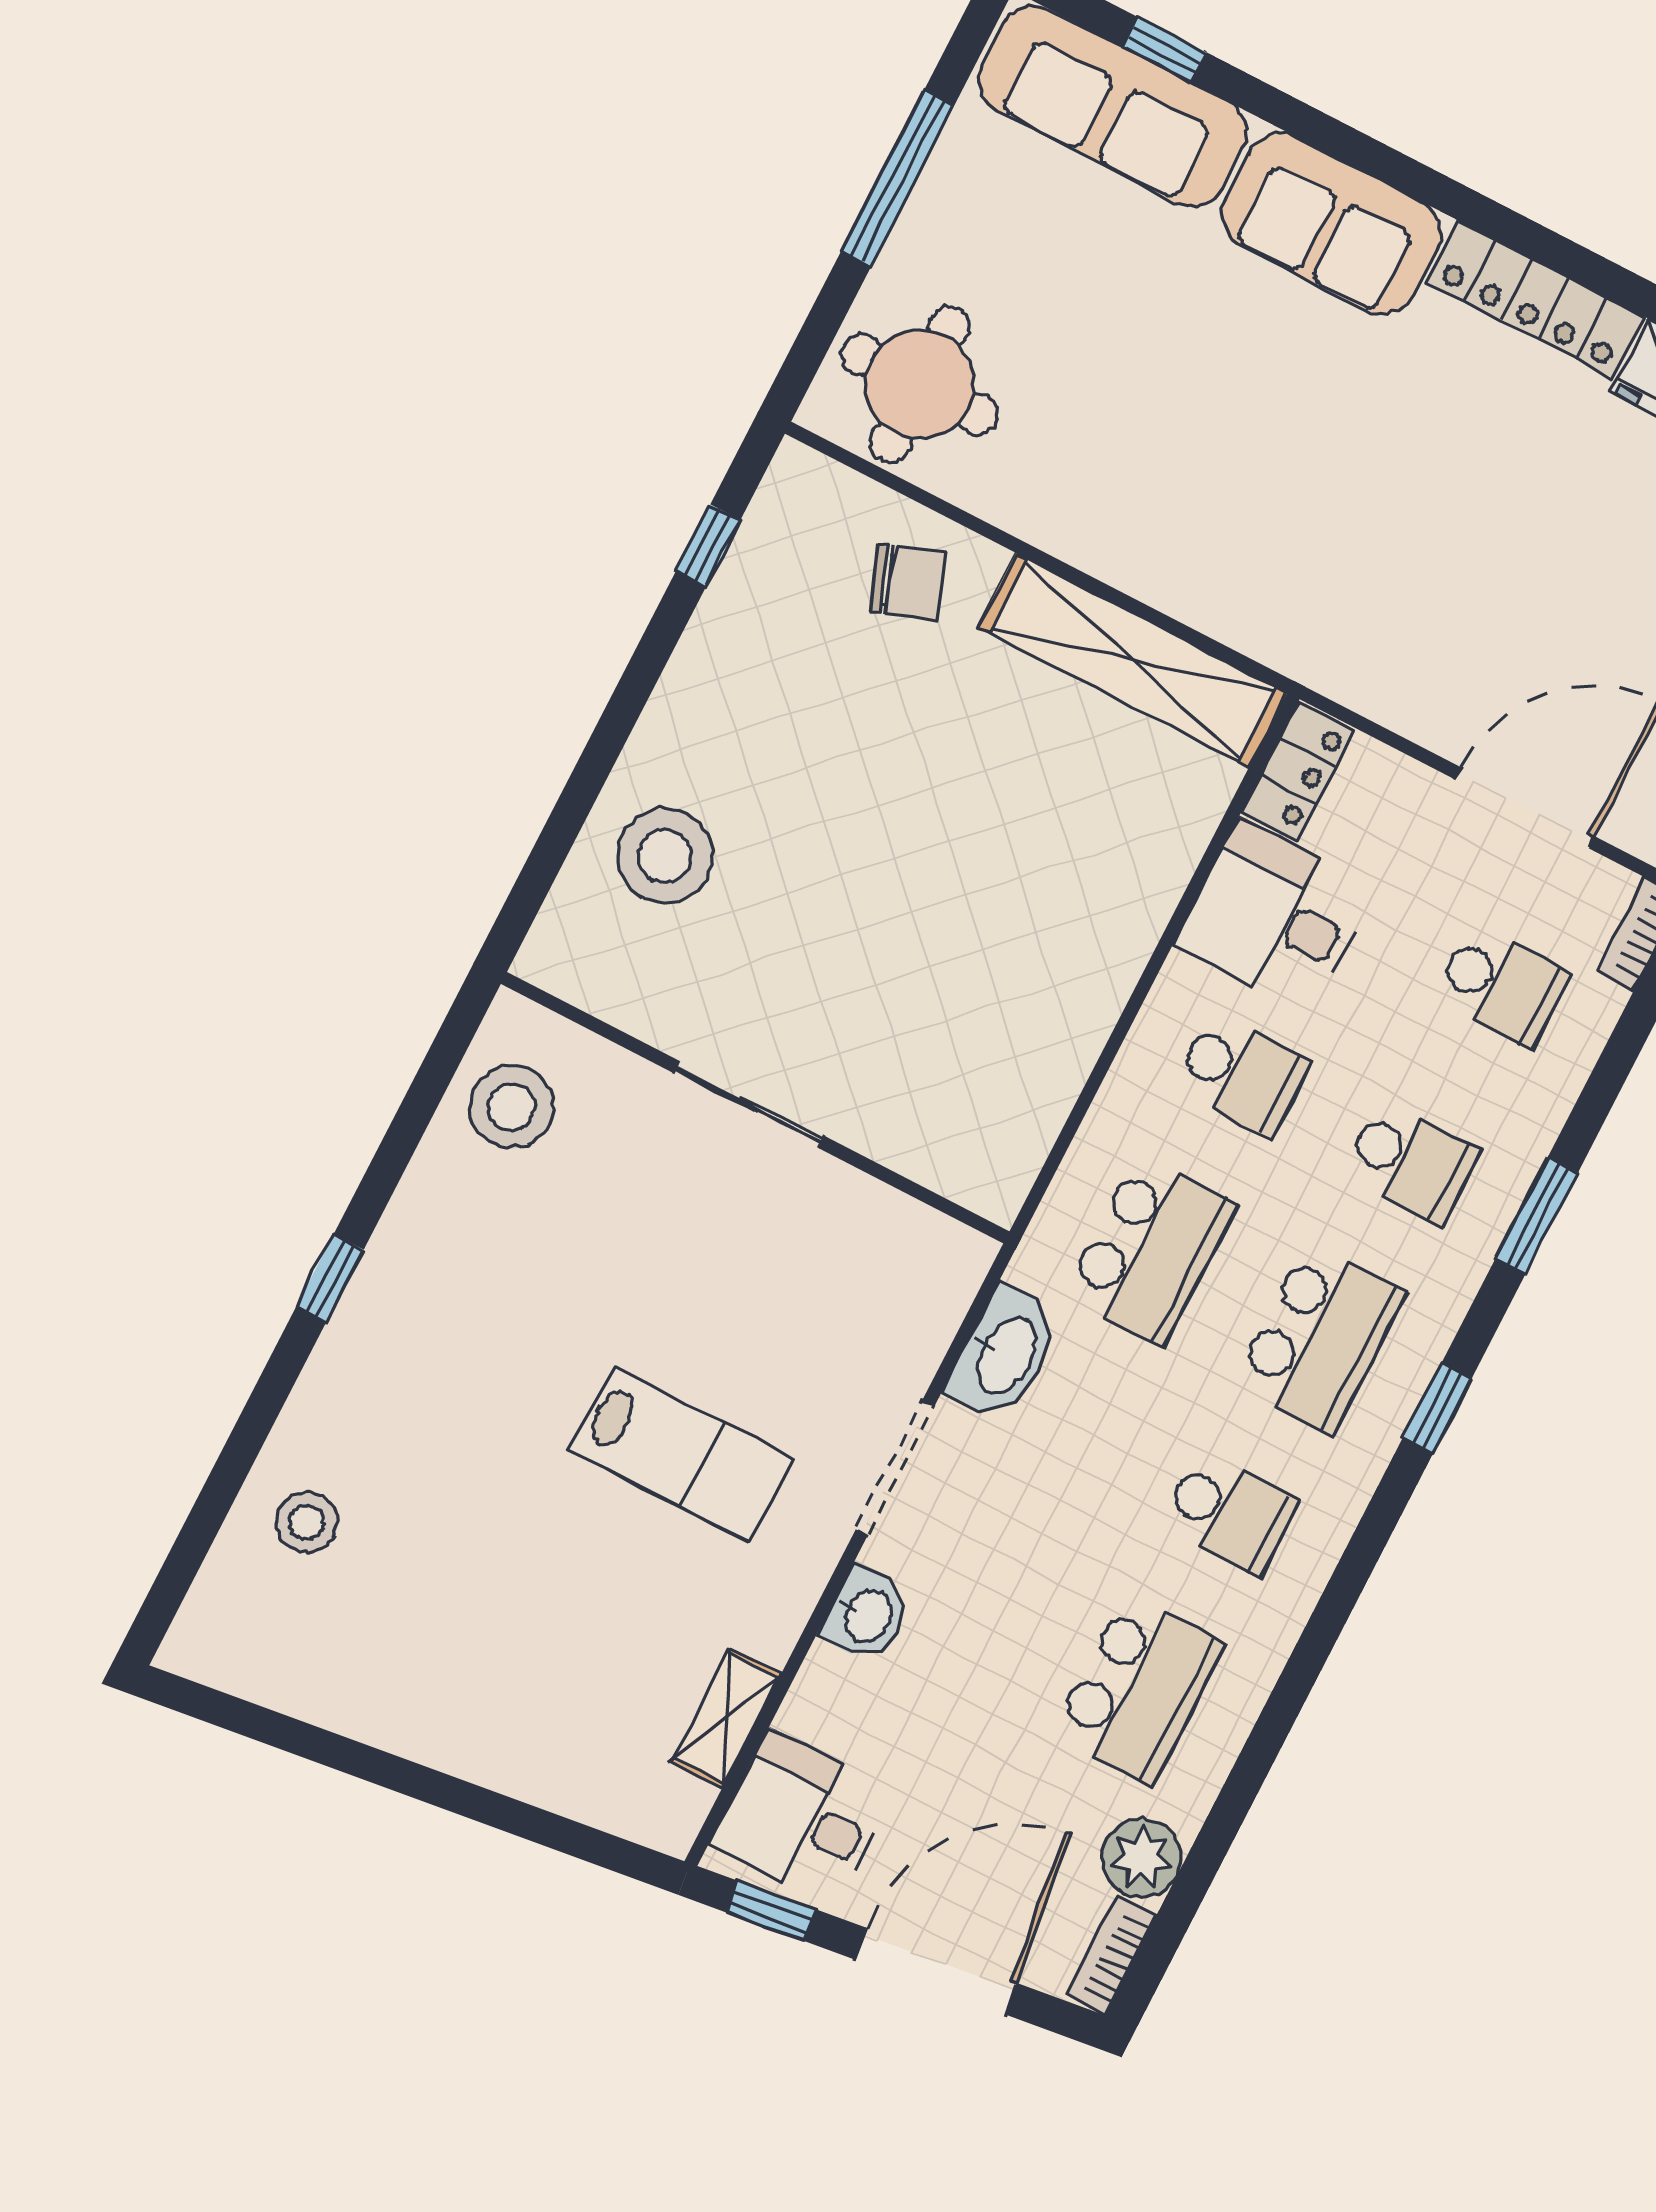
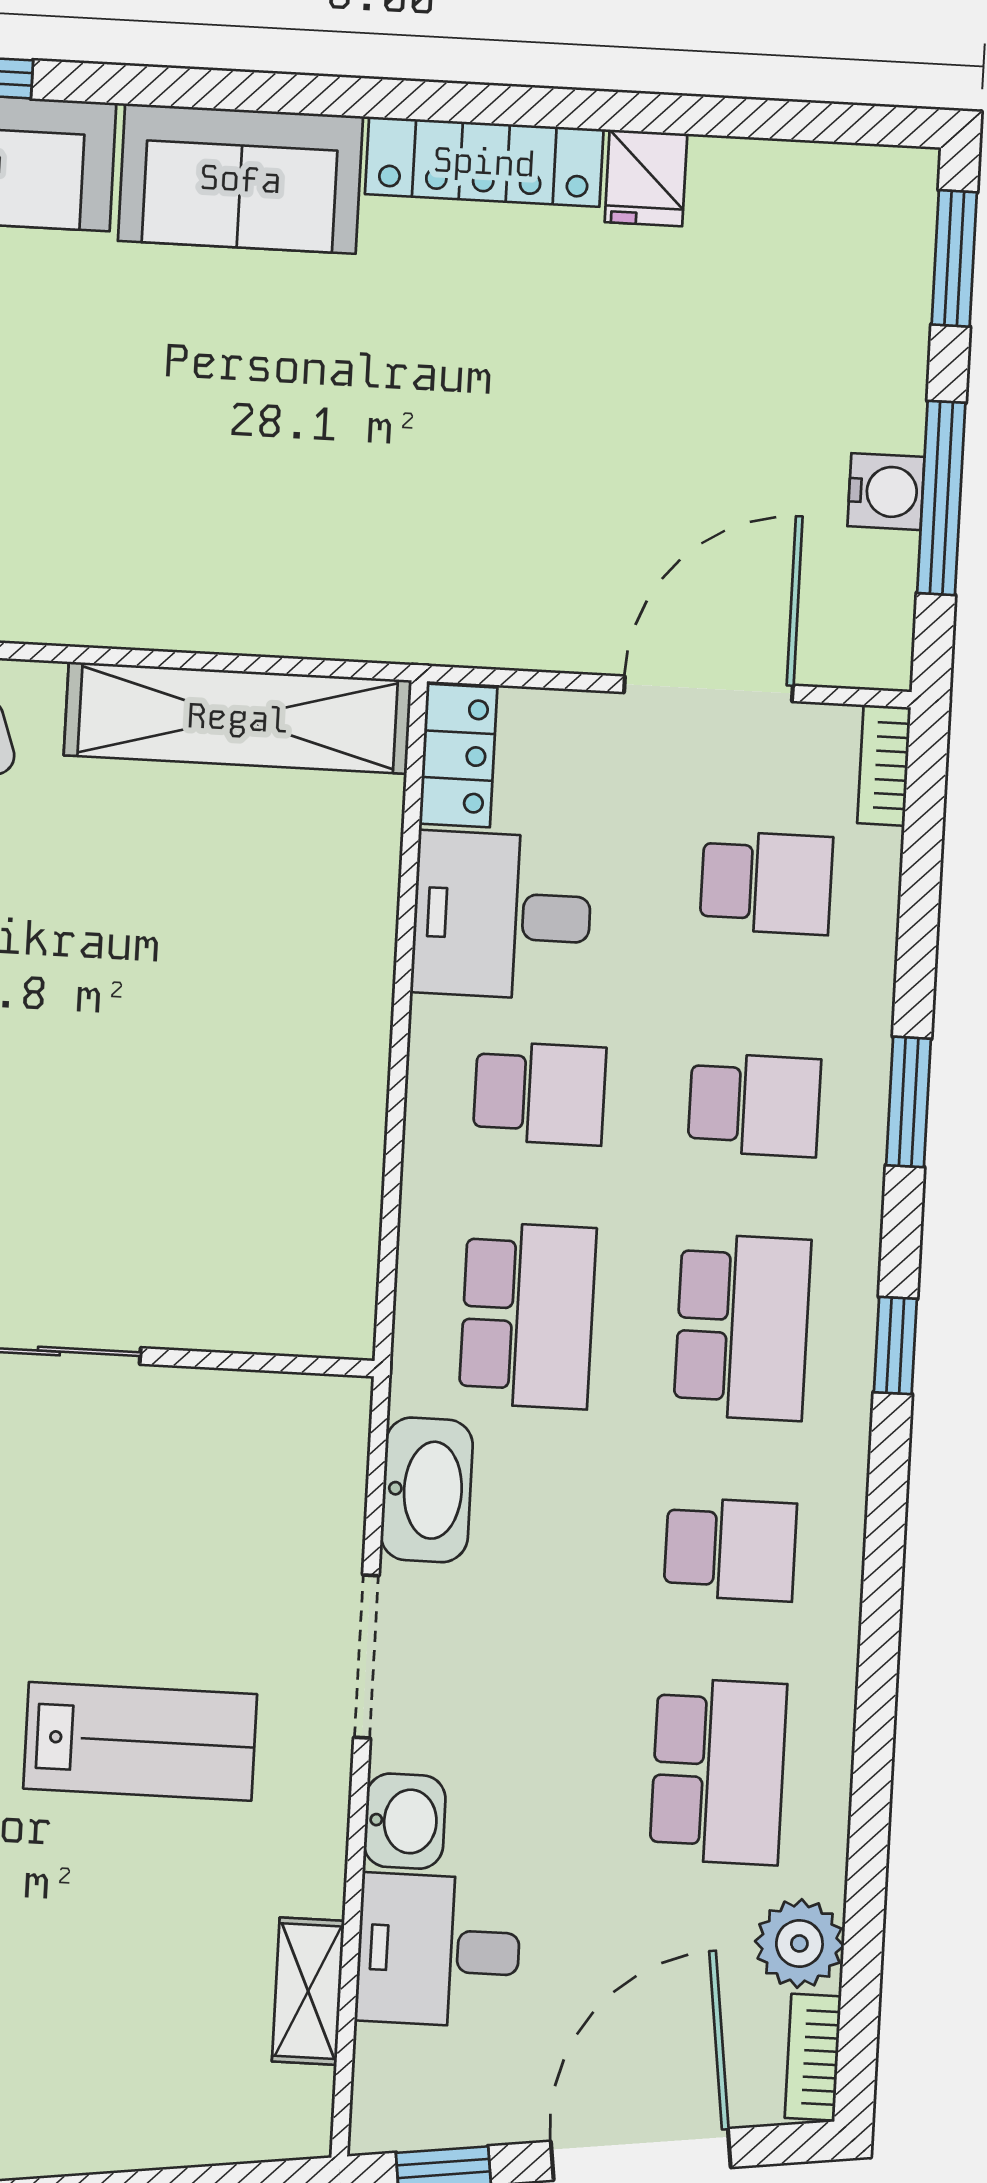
desk: (802, 1818) -> (438, 1950), moved

